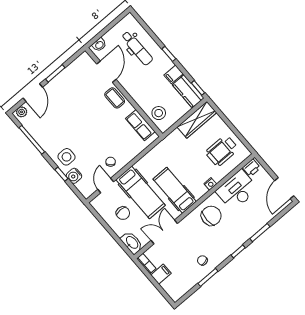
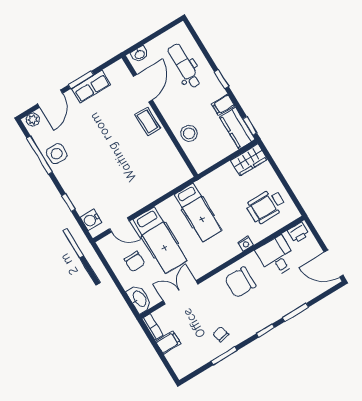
dental chair: (137, 48) -> (184, 66), turned 180
stool: (159, 113) -> (189, 133), moved
wardrobe: (197, 120) -> (249, 160), width x0.67
row of seats: (140, 125) -> (91, 87), moved, turned -90
side table: (67, 157) -> (57, 154), moved
chair: (111, 162) -> (130, 197), removed
water cooler: (74, 176) -> (91, 220), moved
door: (106, 185) -> (119, 225), swing flipped
door: (284, 188) -> (334, 264), hinge flipped
hospital bed: (175, 190) -> (198, 212), moved, turned 180
desk: (237, 190) -> (276, 257), width x0.73
chair: (211, 216) -> (240, 282), turned 180

